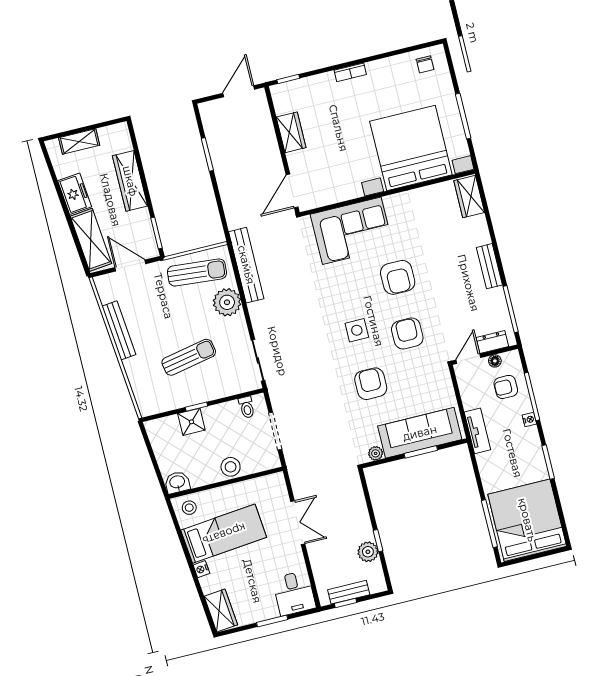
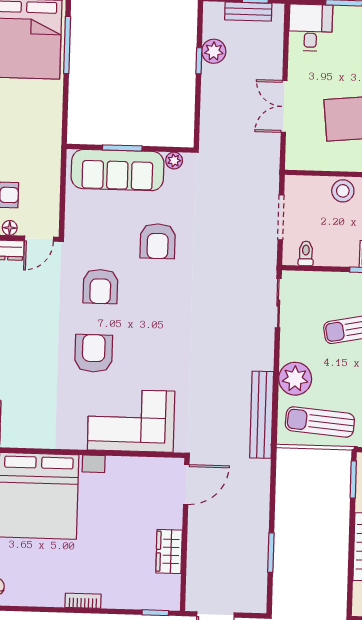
side table: (357, 330) -> (157, 306), removed
tv unit: (477, 431) -> (52, 154), removed

